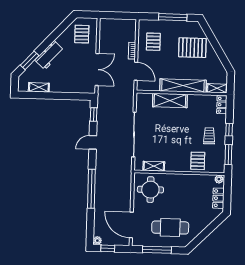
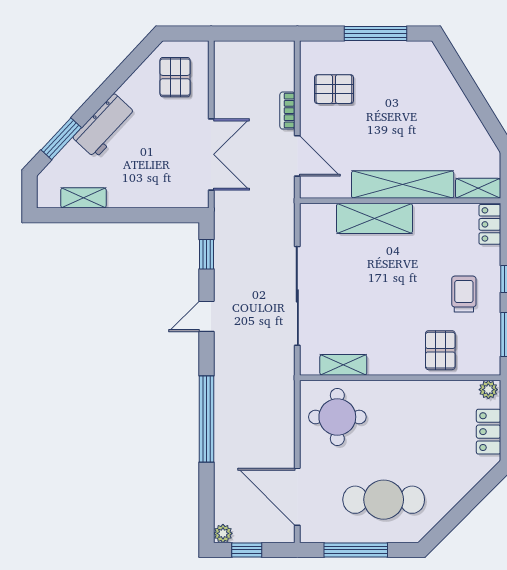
pallet: (153, 42) -> (334, 89), turned 90
pallet: (192, 48) -> (421, 100), removed

